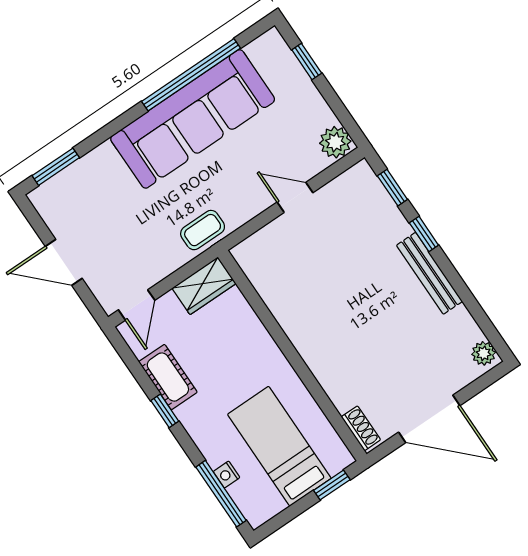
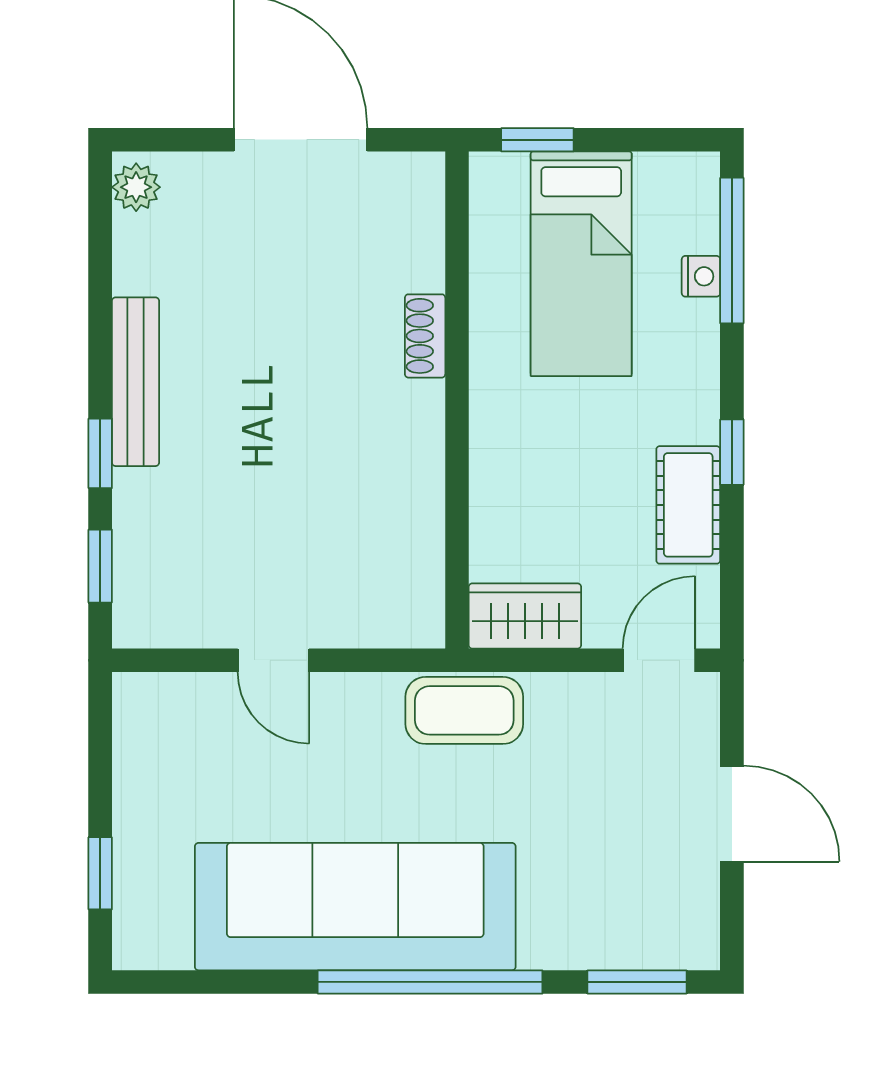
window: (191, 75) -> (430, 982), moved
plant: (335, 142) -> (144, 707), removed
coffee table: (203, 230) -> (464, 710), width x1.36, depth x1.30
shoe rack: (361, 428) -> (425, 336), moved

